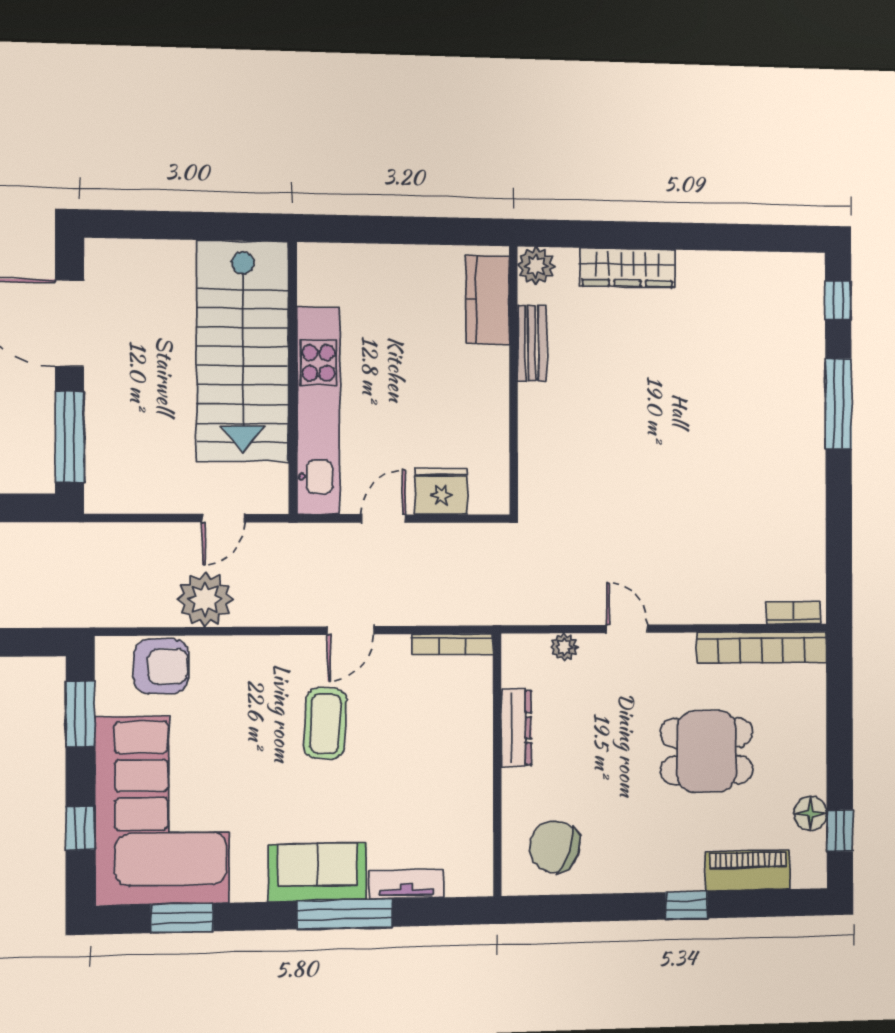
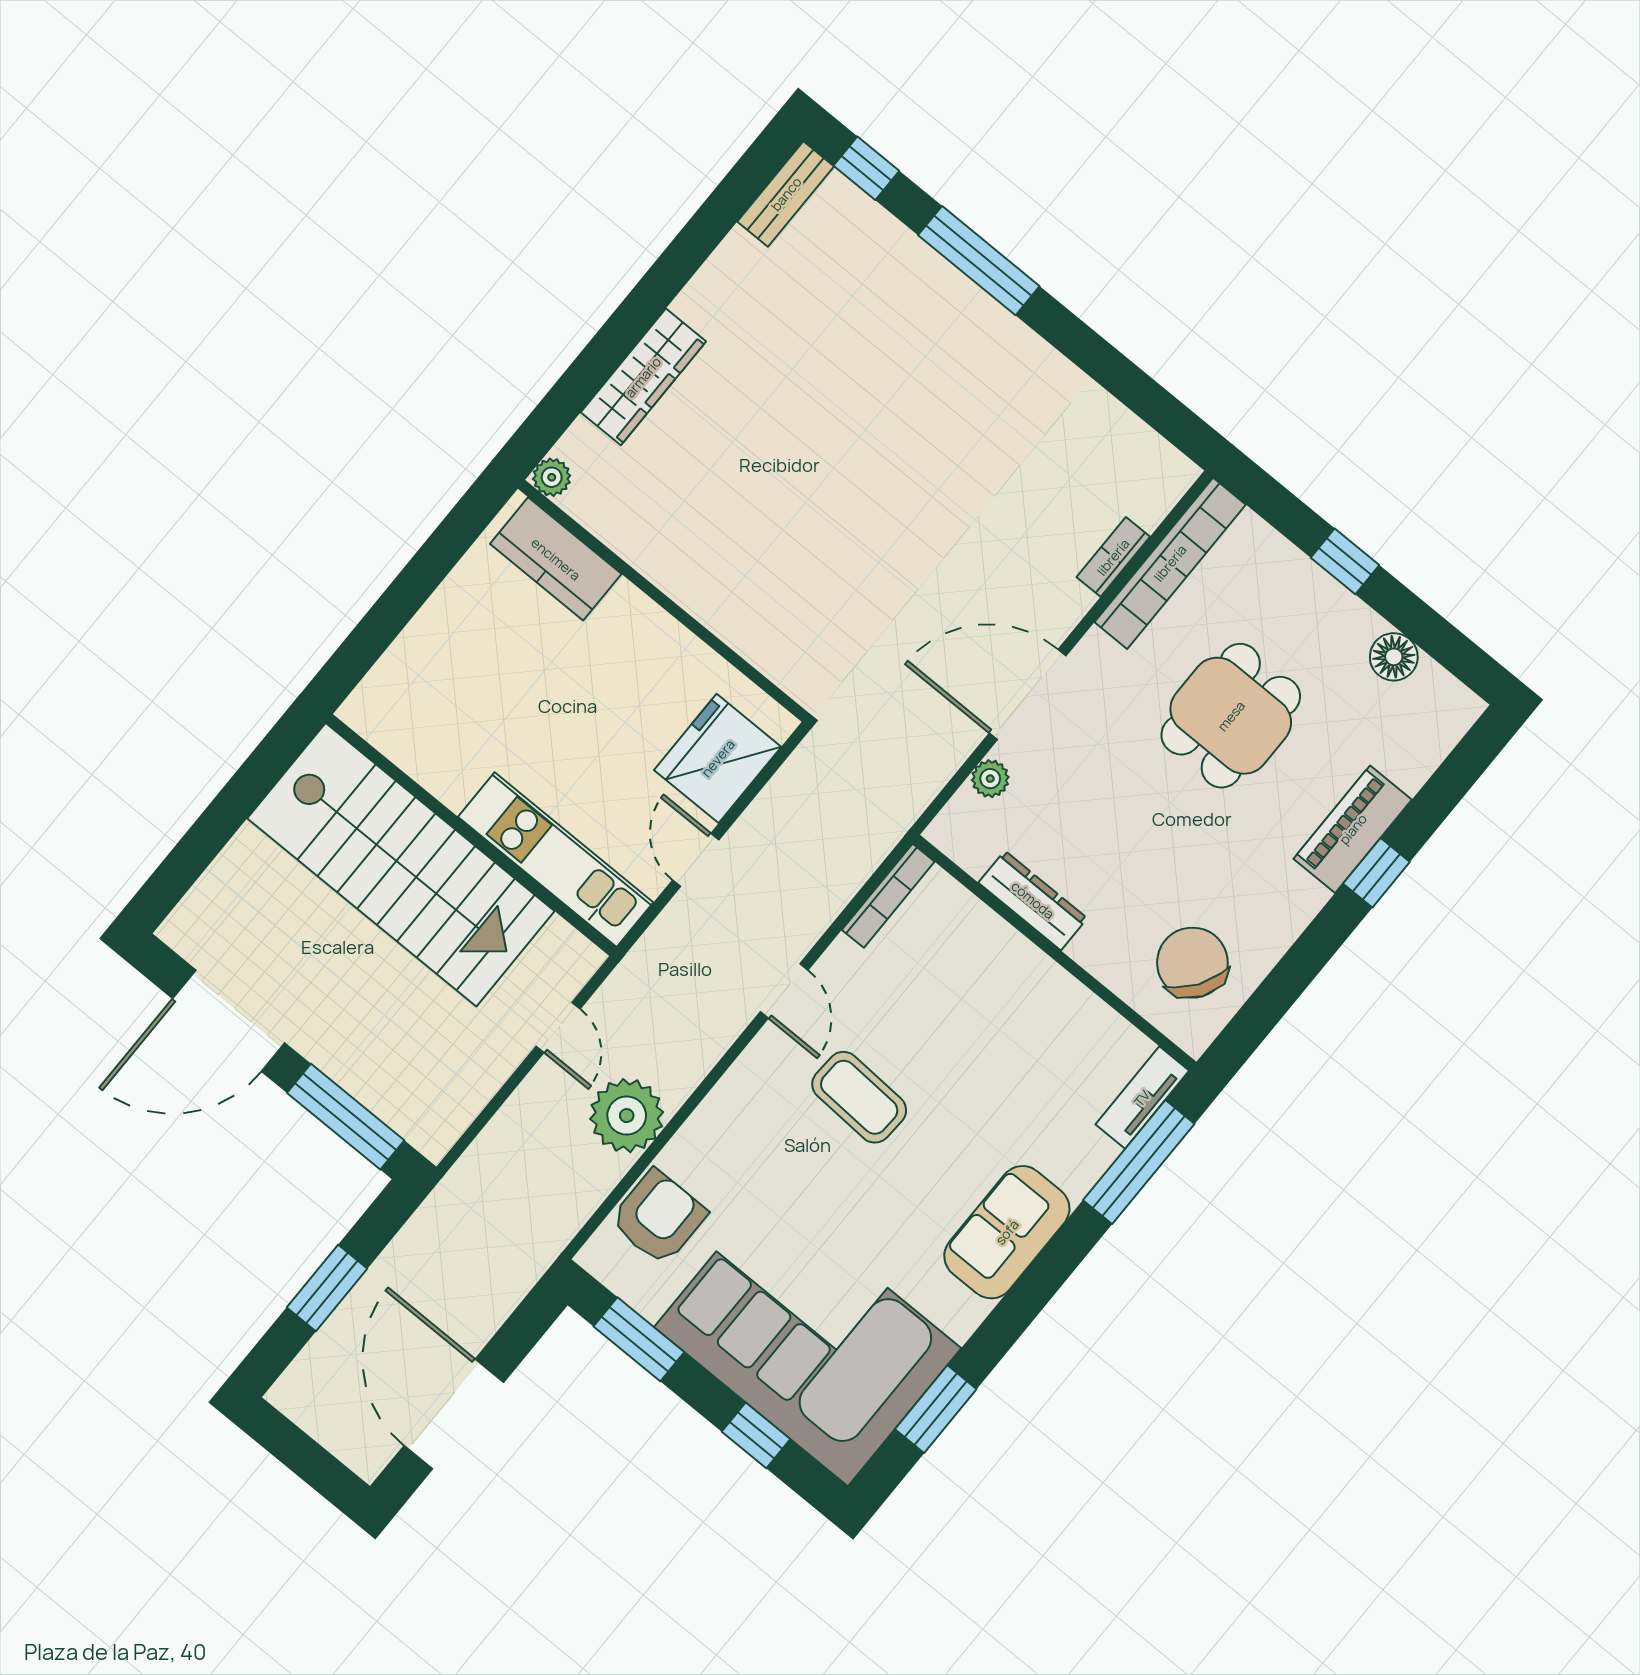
plant: (536, 266) -> (552, 477), width x0.73, depth x0.73
bench: (532, 343) -> (786, 194), moved, turned 90
kitchen unit: (318, 410) -> (556, 860), width x0.73
fridge: (441, 491) -> (718, 758), width x1.36, depth x1.34
bookcase: (794, 613) -> (1113, 557), moved
door: (627, 629) -> (1028, 695), width x1.88
window: (840, 831) -> (1345, 561), moved
chair: (555, 846) -> (1192, 963), turned 105
piano: (748, 871) -> (1353, 829), moved
tv unit: (406, 884) -> (1142, 1098), moved
window: (345, 914) -> (1139, 1162), moved

